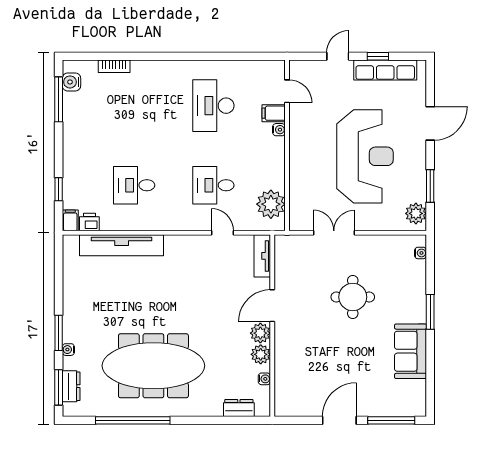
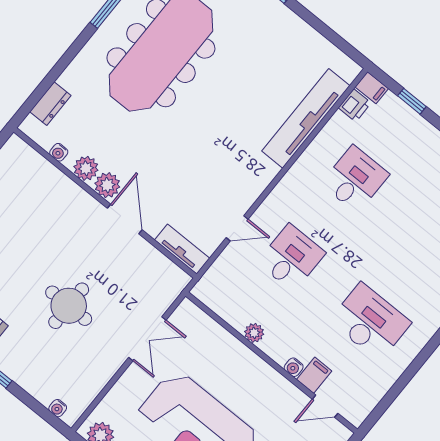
plant: (271, 204) -> (254, 333), moved, width x0.53, depth x0.53

